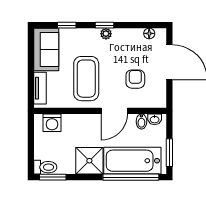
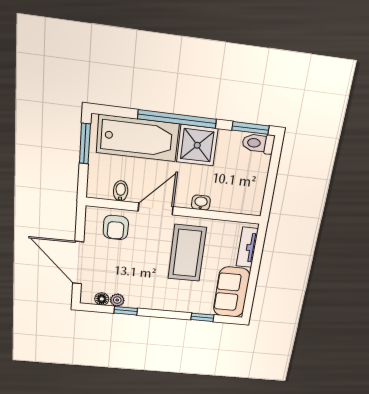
window: (104, 25) -> (126, 311), moved
plant: (106, 34) -> (117, 300), moved
armchair: (135, 79) -> (116, 227), moved
washbasin: (155, 119) -> (201, 203), moved
washing machine: (52, 123) -> (239, 202), removed
window: (131, 177) -> (177, 119), moved

